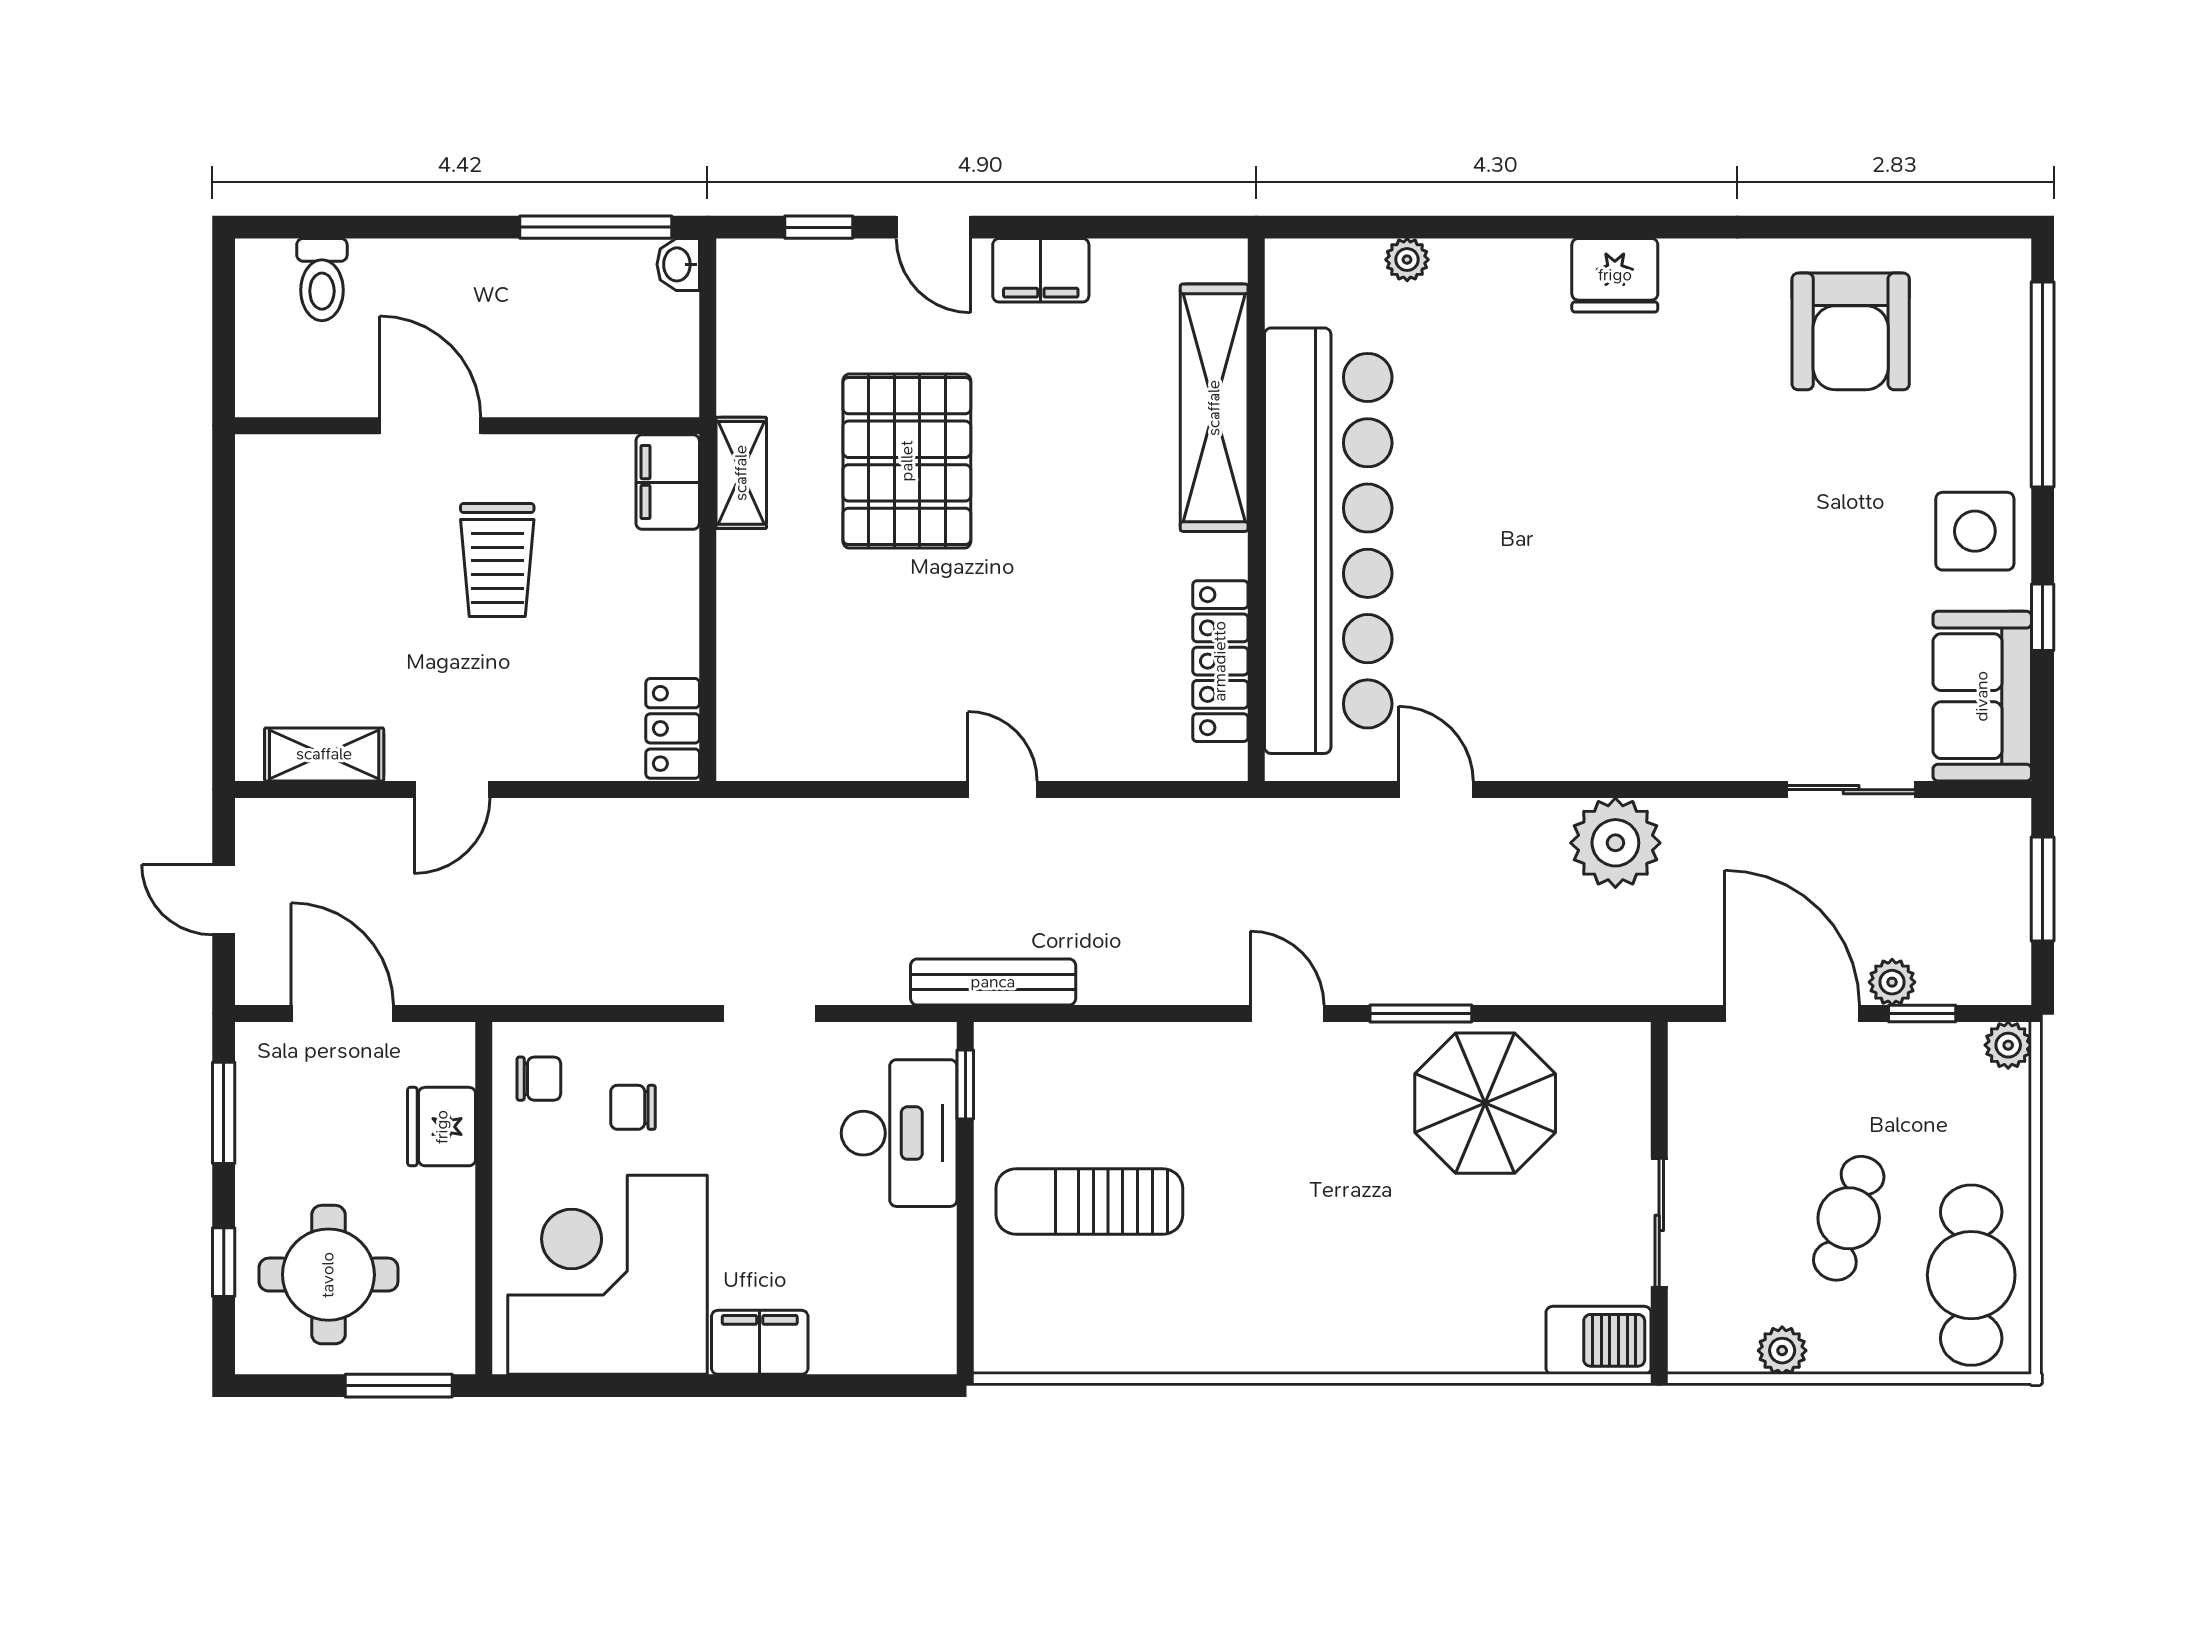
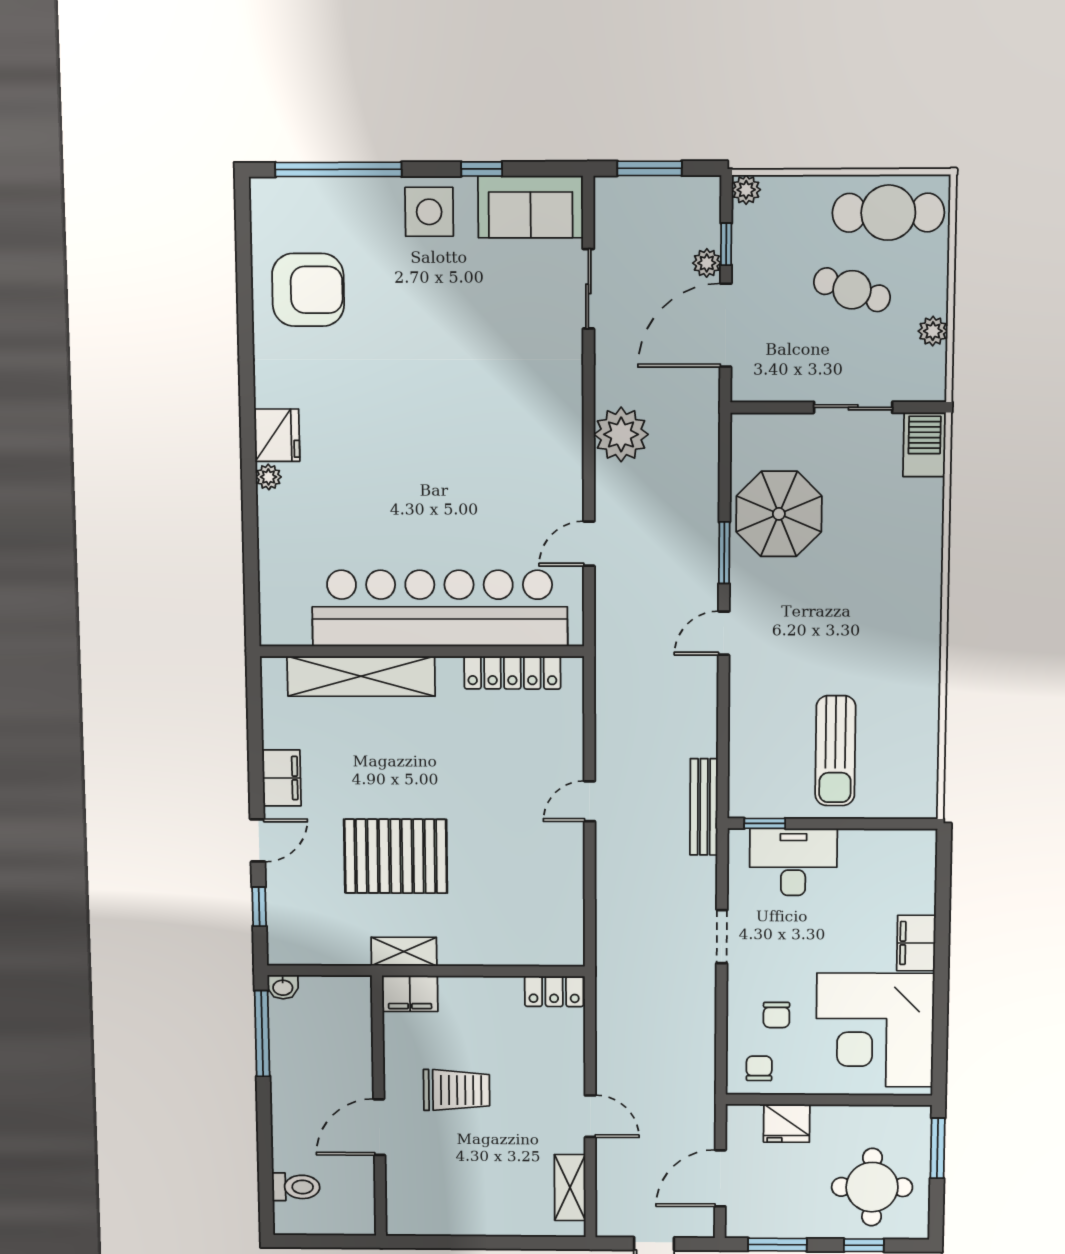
plant: (1407, 260) -> (268, 477), moved

